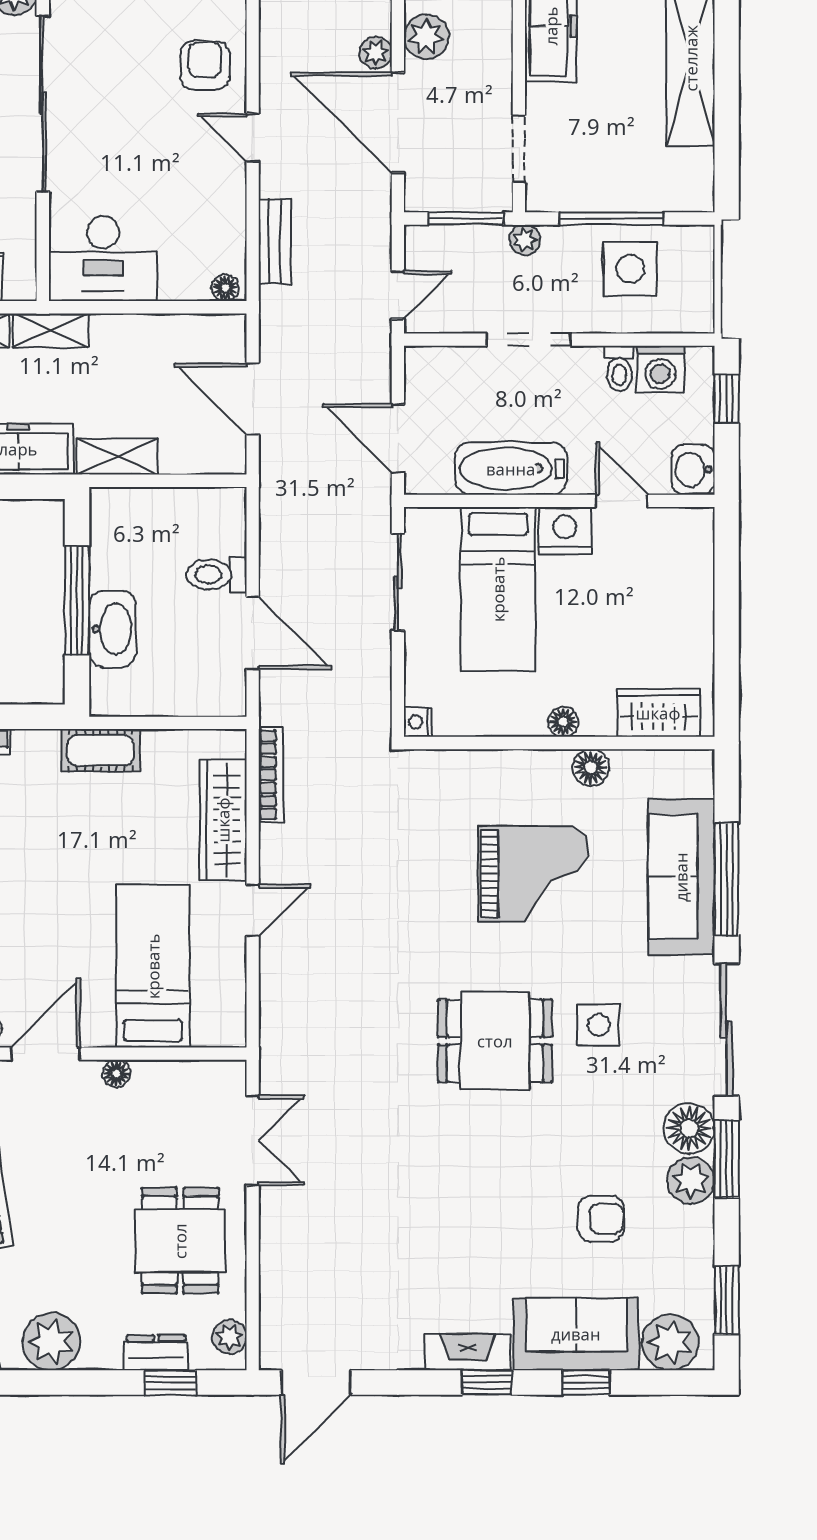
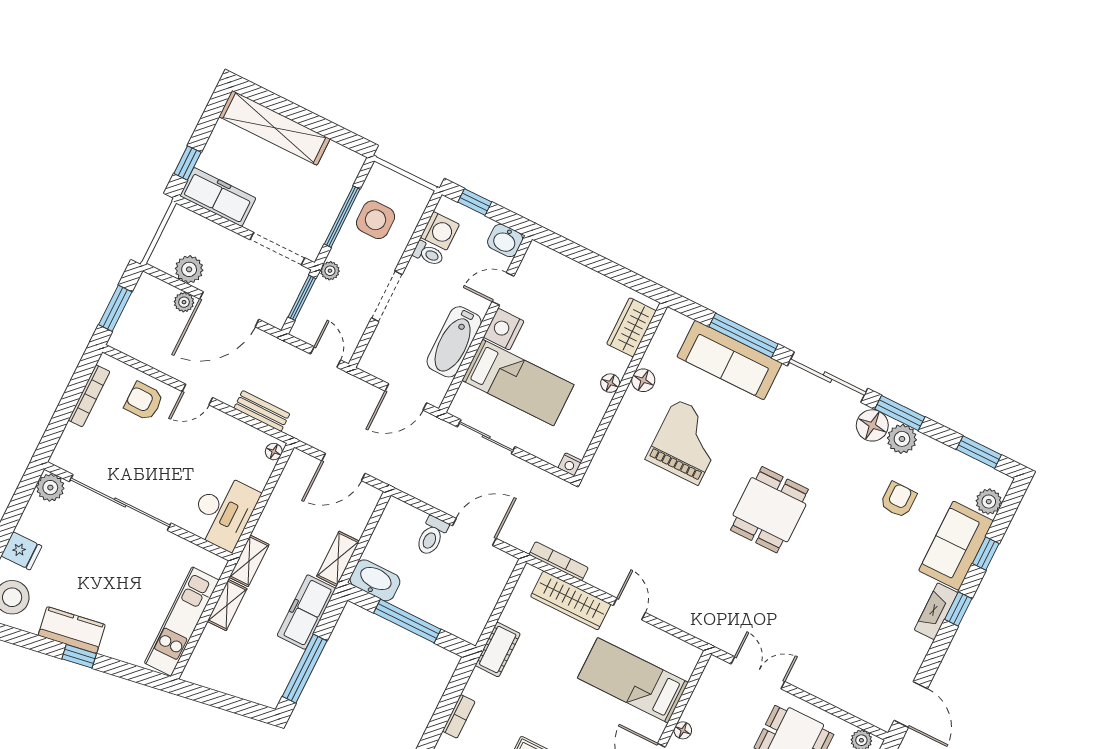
doorway: (519, 149) -> (277, 249), width x1.38
washbasin: (112, 629) -> (375, 580), moved
side table: (599, 1025) -> (789, 447), removed
plant: (670, 1342) -> (989, 502), width x0.73, depth x0.73

